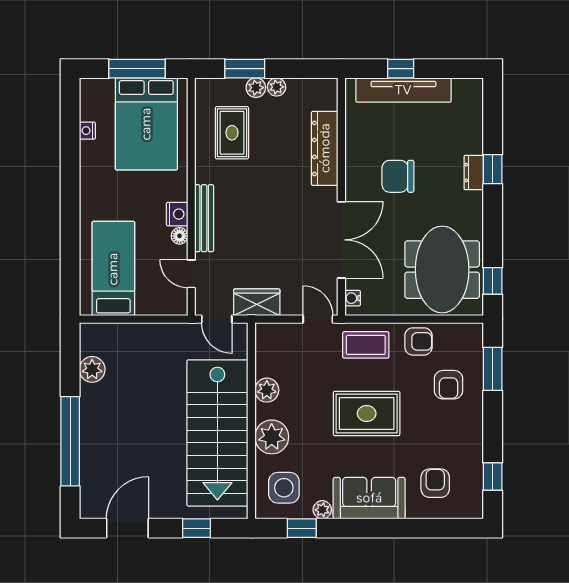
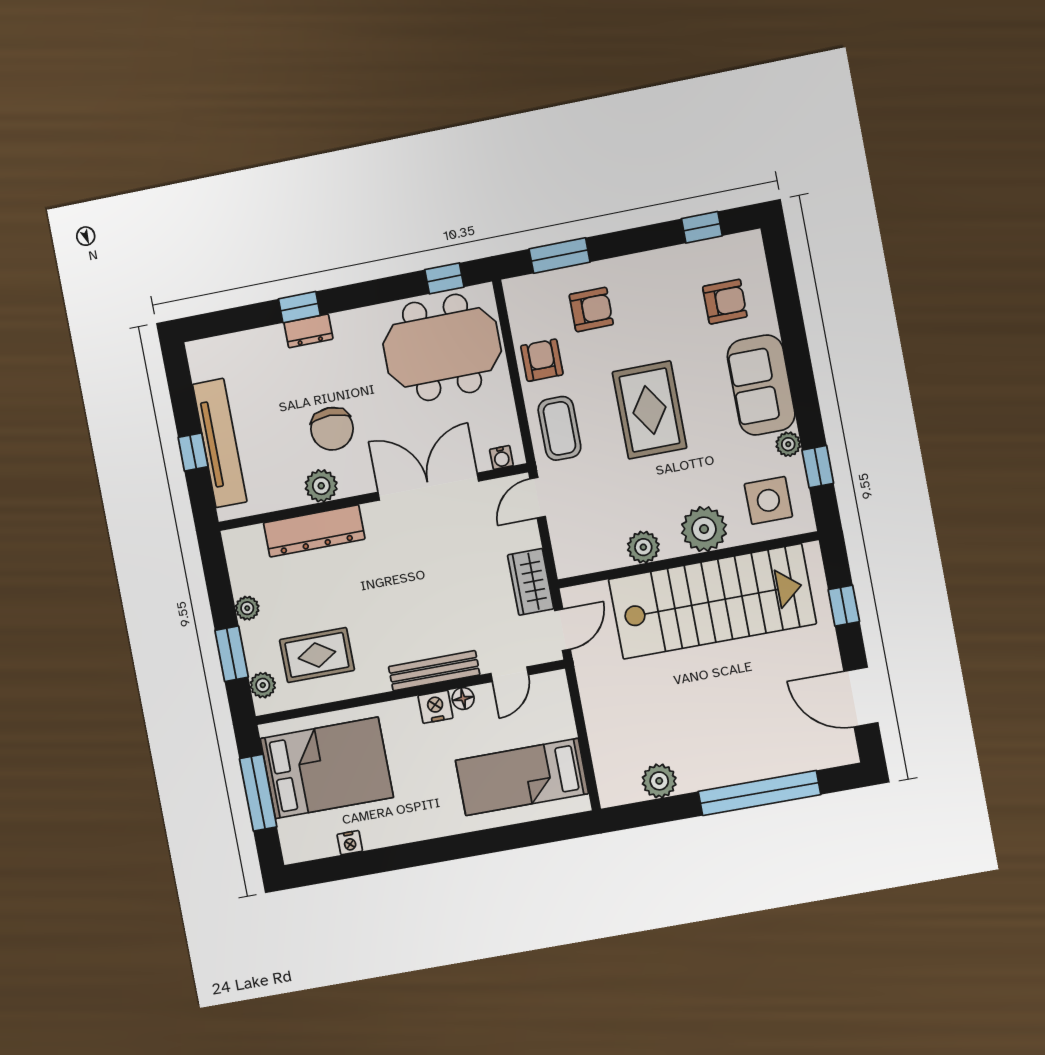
plant: (256, 88) -> (263, 685), moved
plant: (357, 160) -> (321, 486), added
armchair: (435, 483) -> (725, 302), turned 180

